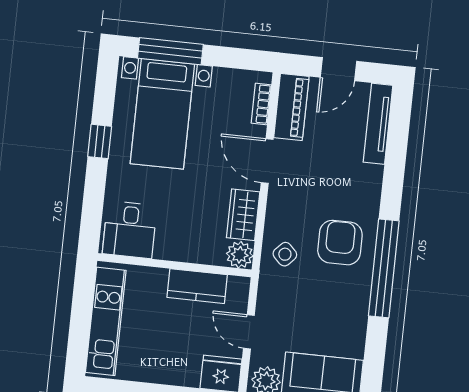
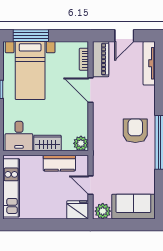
wardrobe: (243, 215) -> (47, 143), moved, turned 90
side table: (285, 254) -> (106, 140), removed

